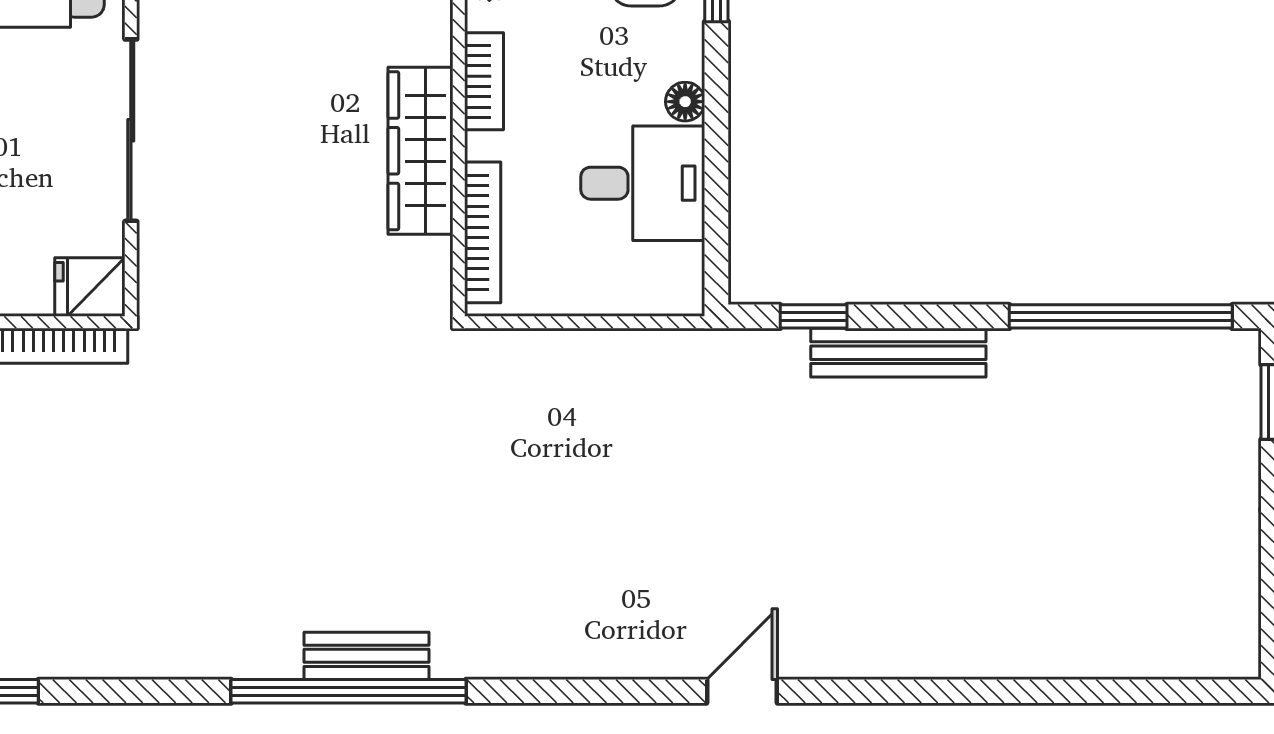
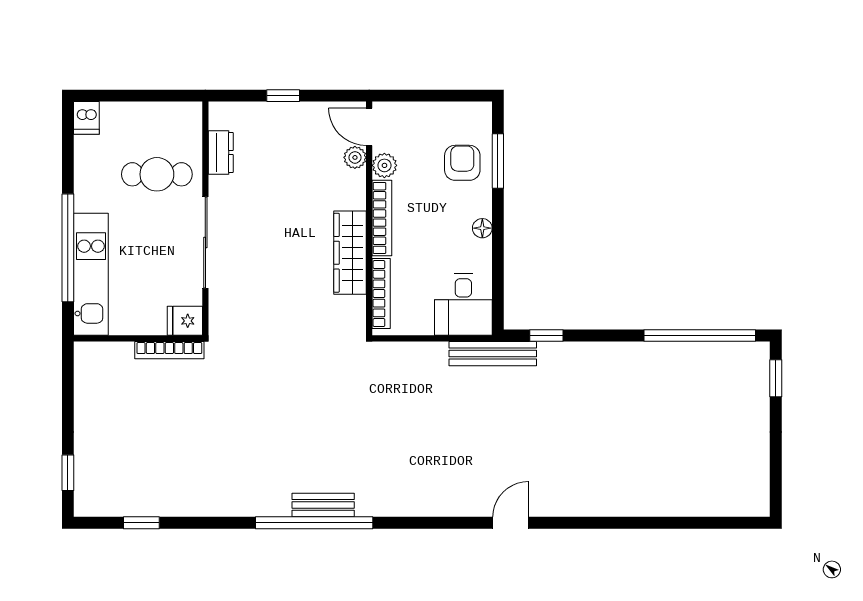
bookcase: (484, 81) -> (382, 218), width x1.56
desk: (643, 183) -> (463, 305), moved, turned 90
bench: (898, 353) -> (493, 354), moved

